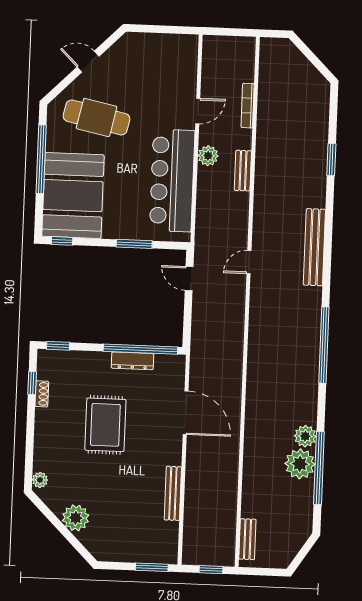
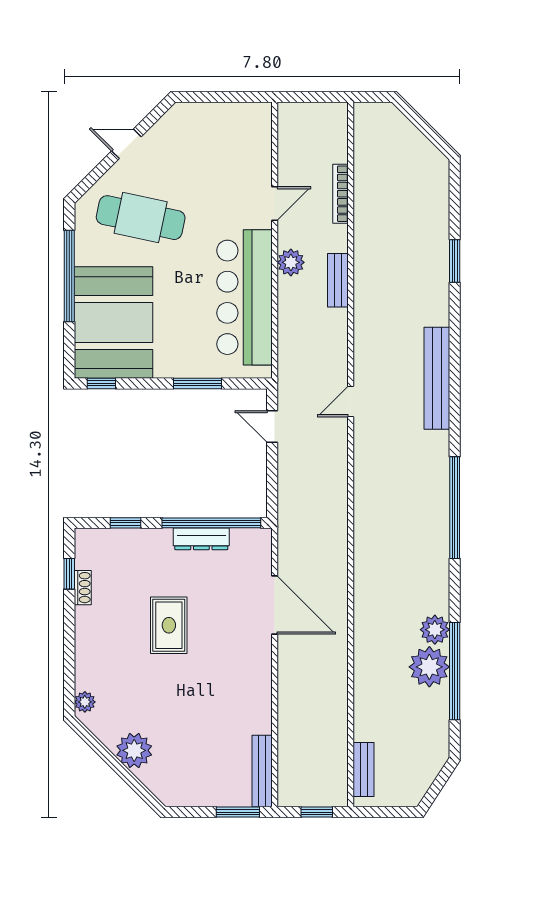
window: (58, 346) -> (125, 523), moved
rug: (105, 425) -> (169, 625), width x0.73, depth x0.70
bench: (173, 493) -> (262, 771), moved

